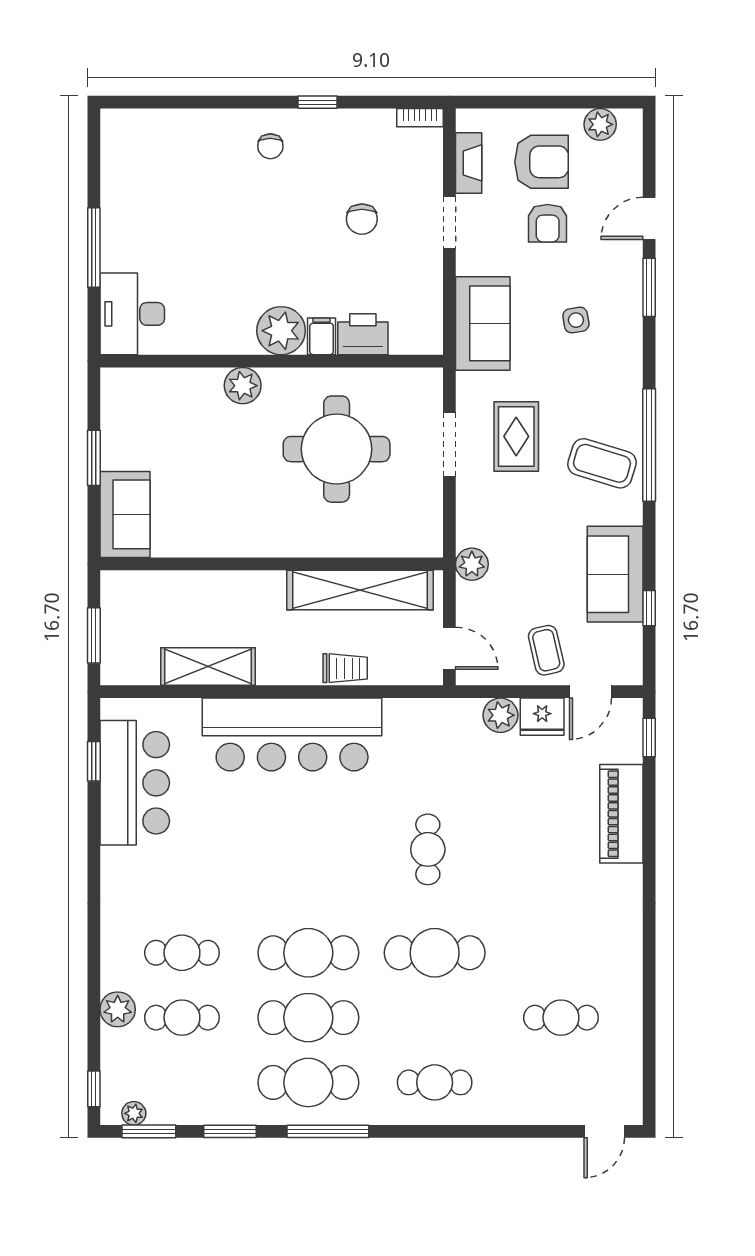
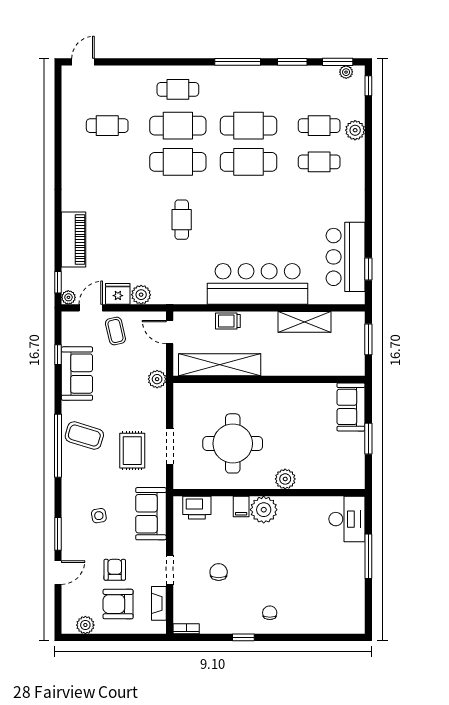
printer: (363, 334) -> (197, 508), moved
plant: (630, 710) -> (68, 297), added
cafe table: (308, 1082) -> (178, 126), moved

